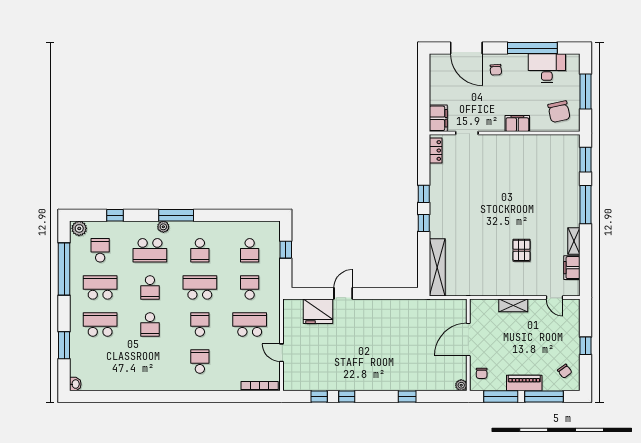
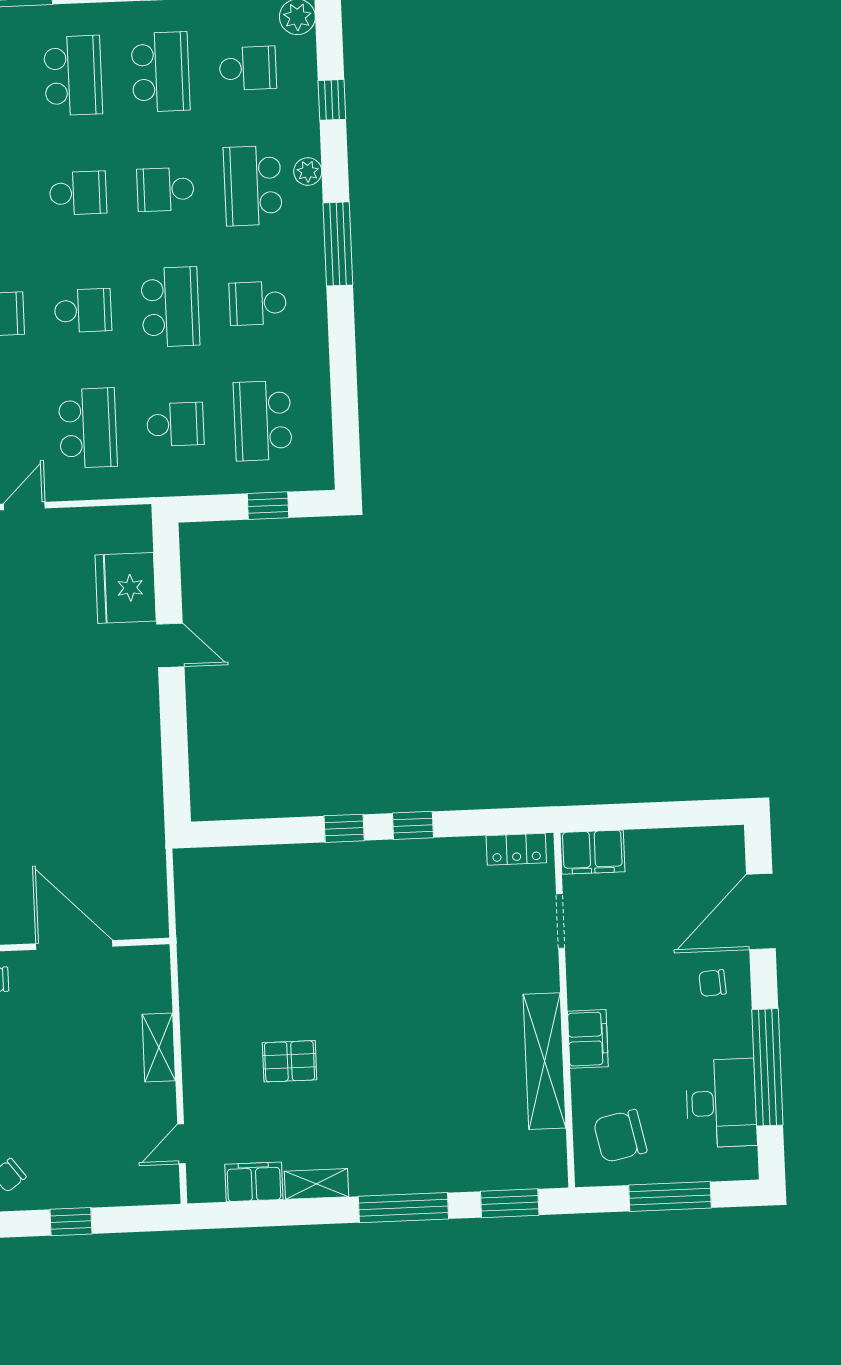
plant: (163, 227) -> (308, 172), moved
school desk: (250, 250) -> (263, 421), width x1.85
shelving: (437, 267) -> (545, 1061), moved, turned 90
school desk: (150, 324) -> (78, 193), turned 180

